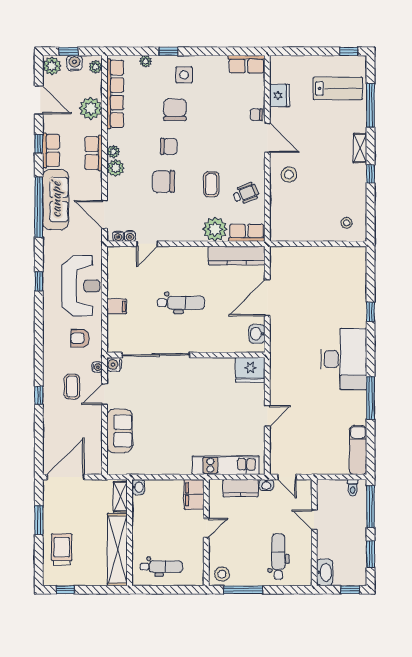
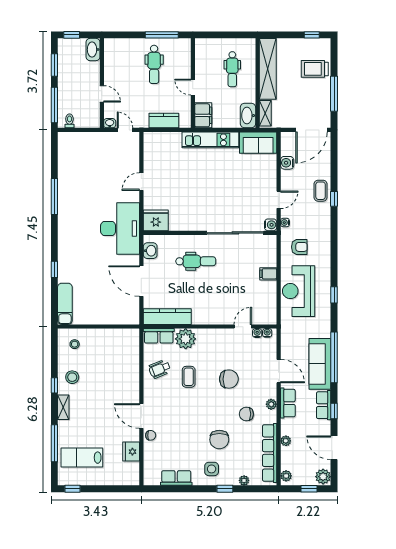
water cooler: (74, 63) -> (287, 163), moved, turned 90
row of seats: (246, 64) -> (176, 478), moved
plant: (91, 108) -> (286, 441), width x0.53, depth x0.53
chair: (169, 146) -> (246, 414), moved
plant: (116, 168) -> (269, 390), removed
stool: (289, 175) -> (72, 377), moved
door: (105, 214) -> (279, 371), moved
door: (267, 298) -> (141, 281), swing flipped
dental chair: (181, 303) -> (196, 261), moved, turned 180
desk: (344, 359) -> (120, 228), moved, turned 180
coffee table: (72, 387) -> (321, 191), moved
sofa: (120, 431) -> (258, 143), moved, turned -90
exam couch: (358, 450) -> (65, 304), moved
kitchen unit: (226, 465) -> (210, 140), moved
washbasin: (266, 485) -> (110, 123), moved
washbasin: (138, 487) -> (248, 116), width x1.91, depth x1.45
window: (39, 520) -> (334, 94), width x1.44
door: (206, 528) -> (193, 87), hinge flipped
trolley: (62, 549) -> (315, 69), turned 90
dental chair: (278, 557) -> (154, 64), moved
dental chair: (161, 567) -> (232, 69), moved, turned -90
stool: (222, 574) -> (180, 48), removed

